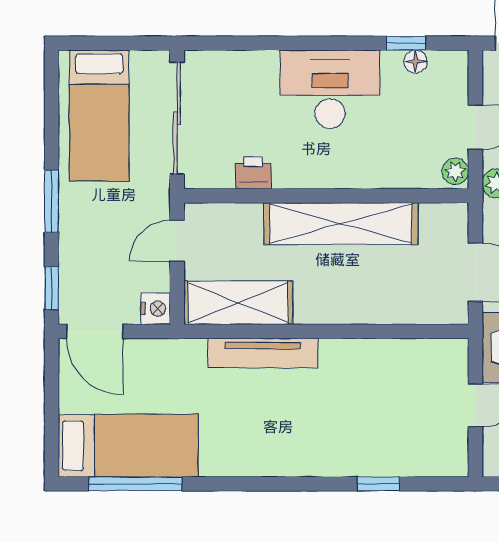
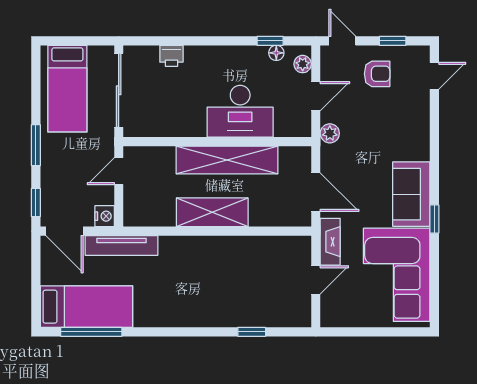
desk: (330, 89) -> (240, 111), moved, turned 180
plant: (455, 171) -> (303, 64), moved
printer: (253, 173) -> (171, 56), moved, turned 180
shelving: (238, 303) -> (212, 212), moved
tv unit: (263, 353) -> (122, 245), moved

